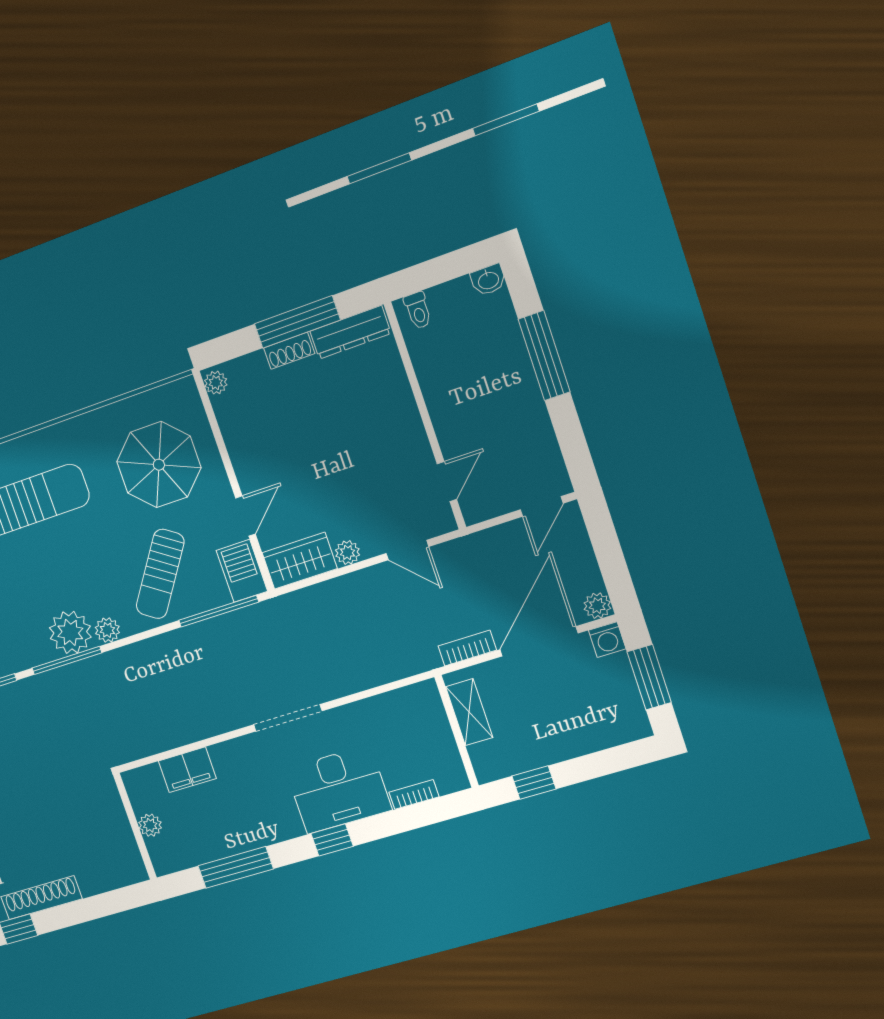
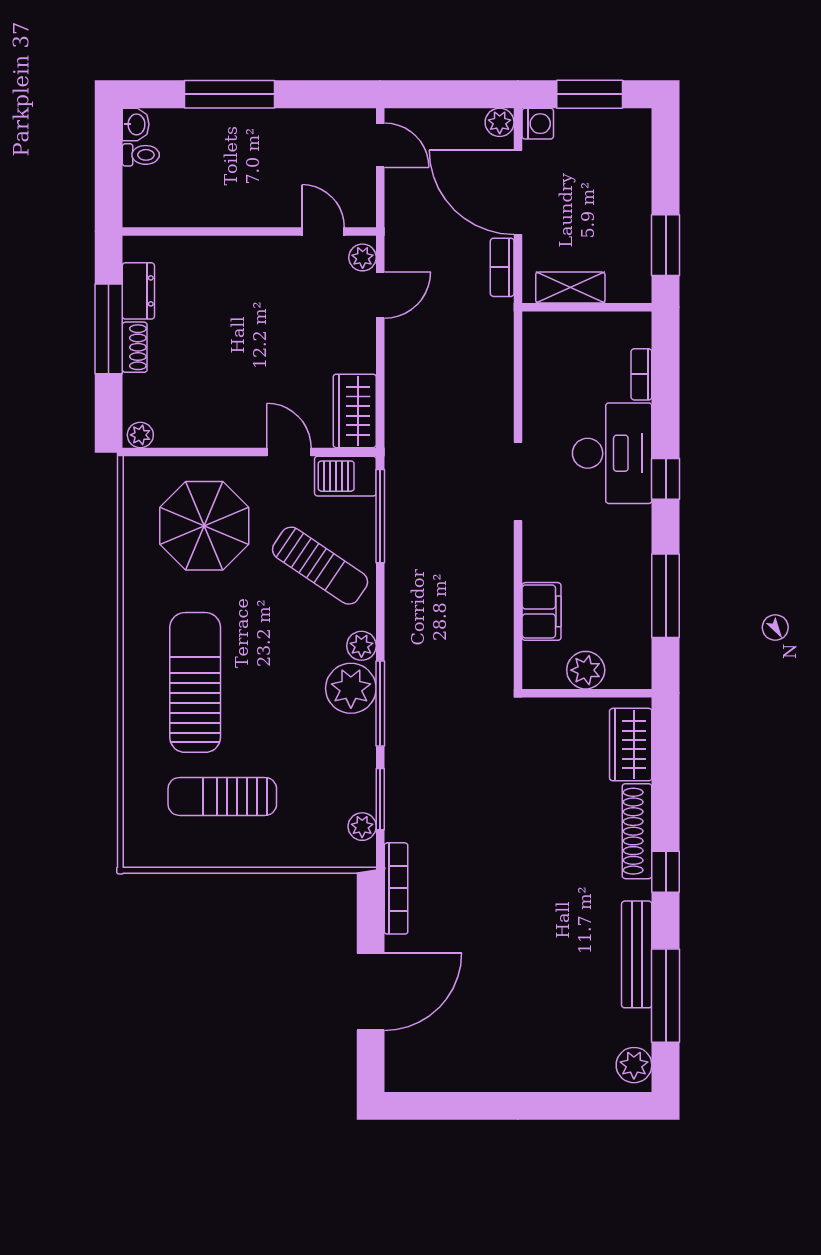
toilet: (418, 310) -> (141, 155), moved
dresser: (350, 332) -> (138, 291), width x0.70
plant: (347, 553) -> (363, 257), moved
window: (534, 783) -> (666, 245), width x1.50
plant: (150, 825) -> (586, 670), width x1.38, depth x1.38
wardrobe: (107, 873) -> (631, 745), added

